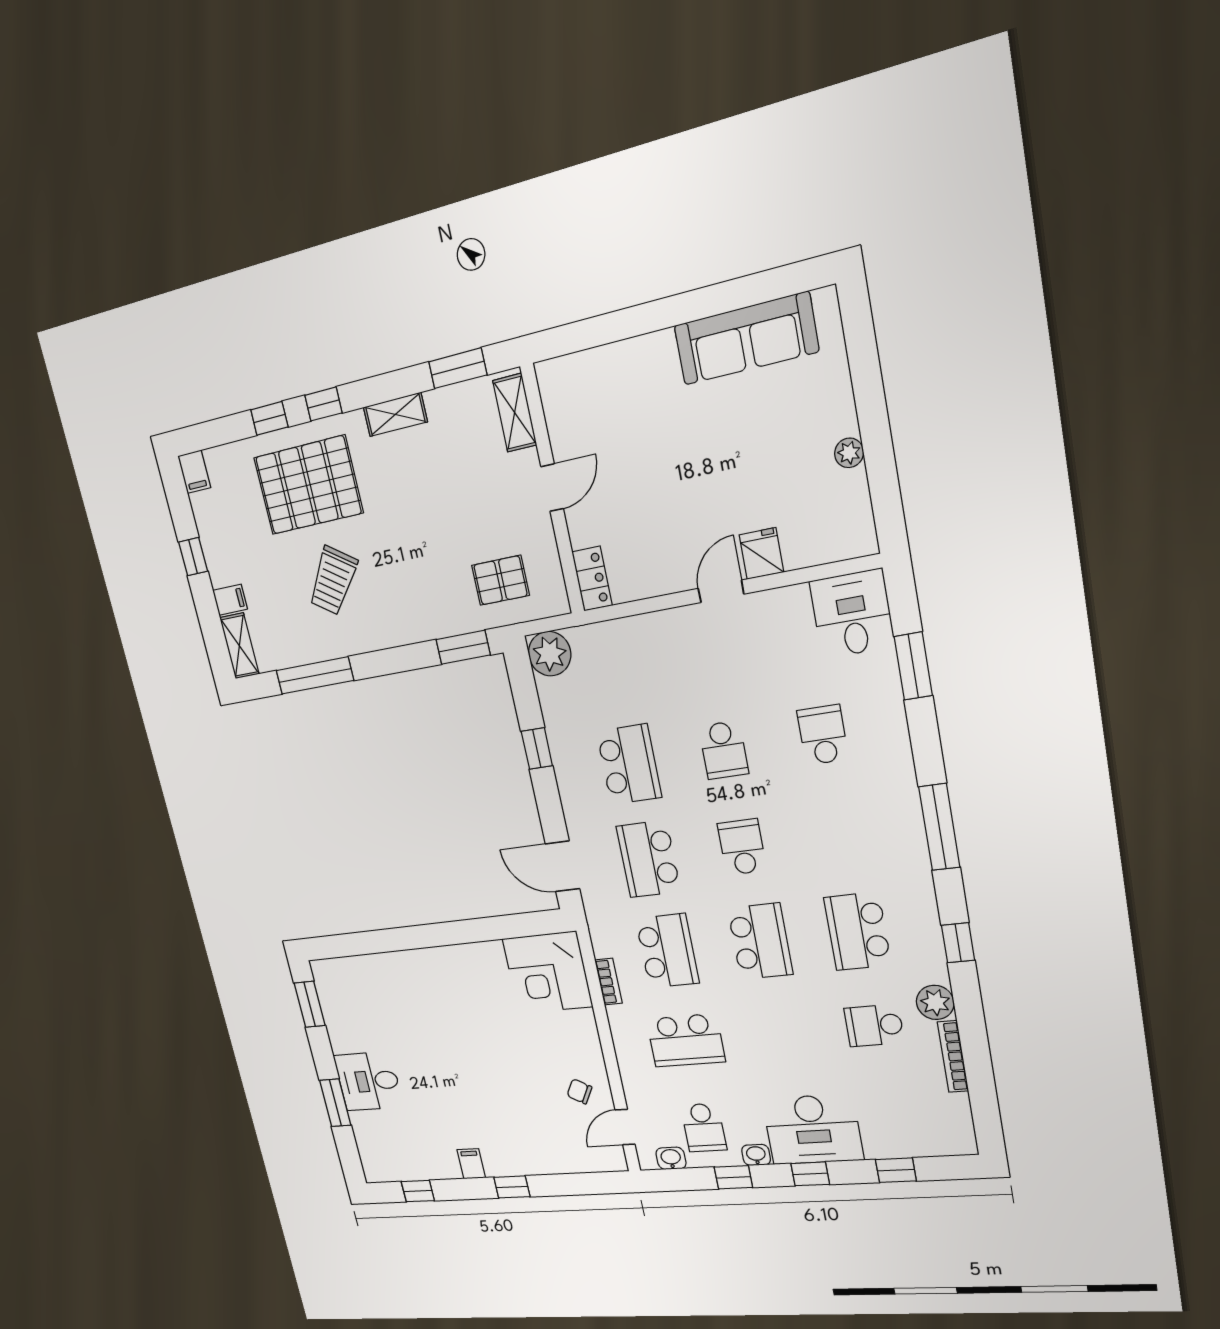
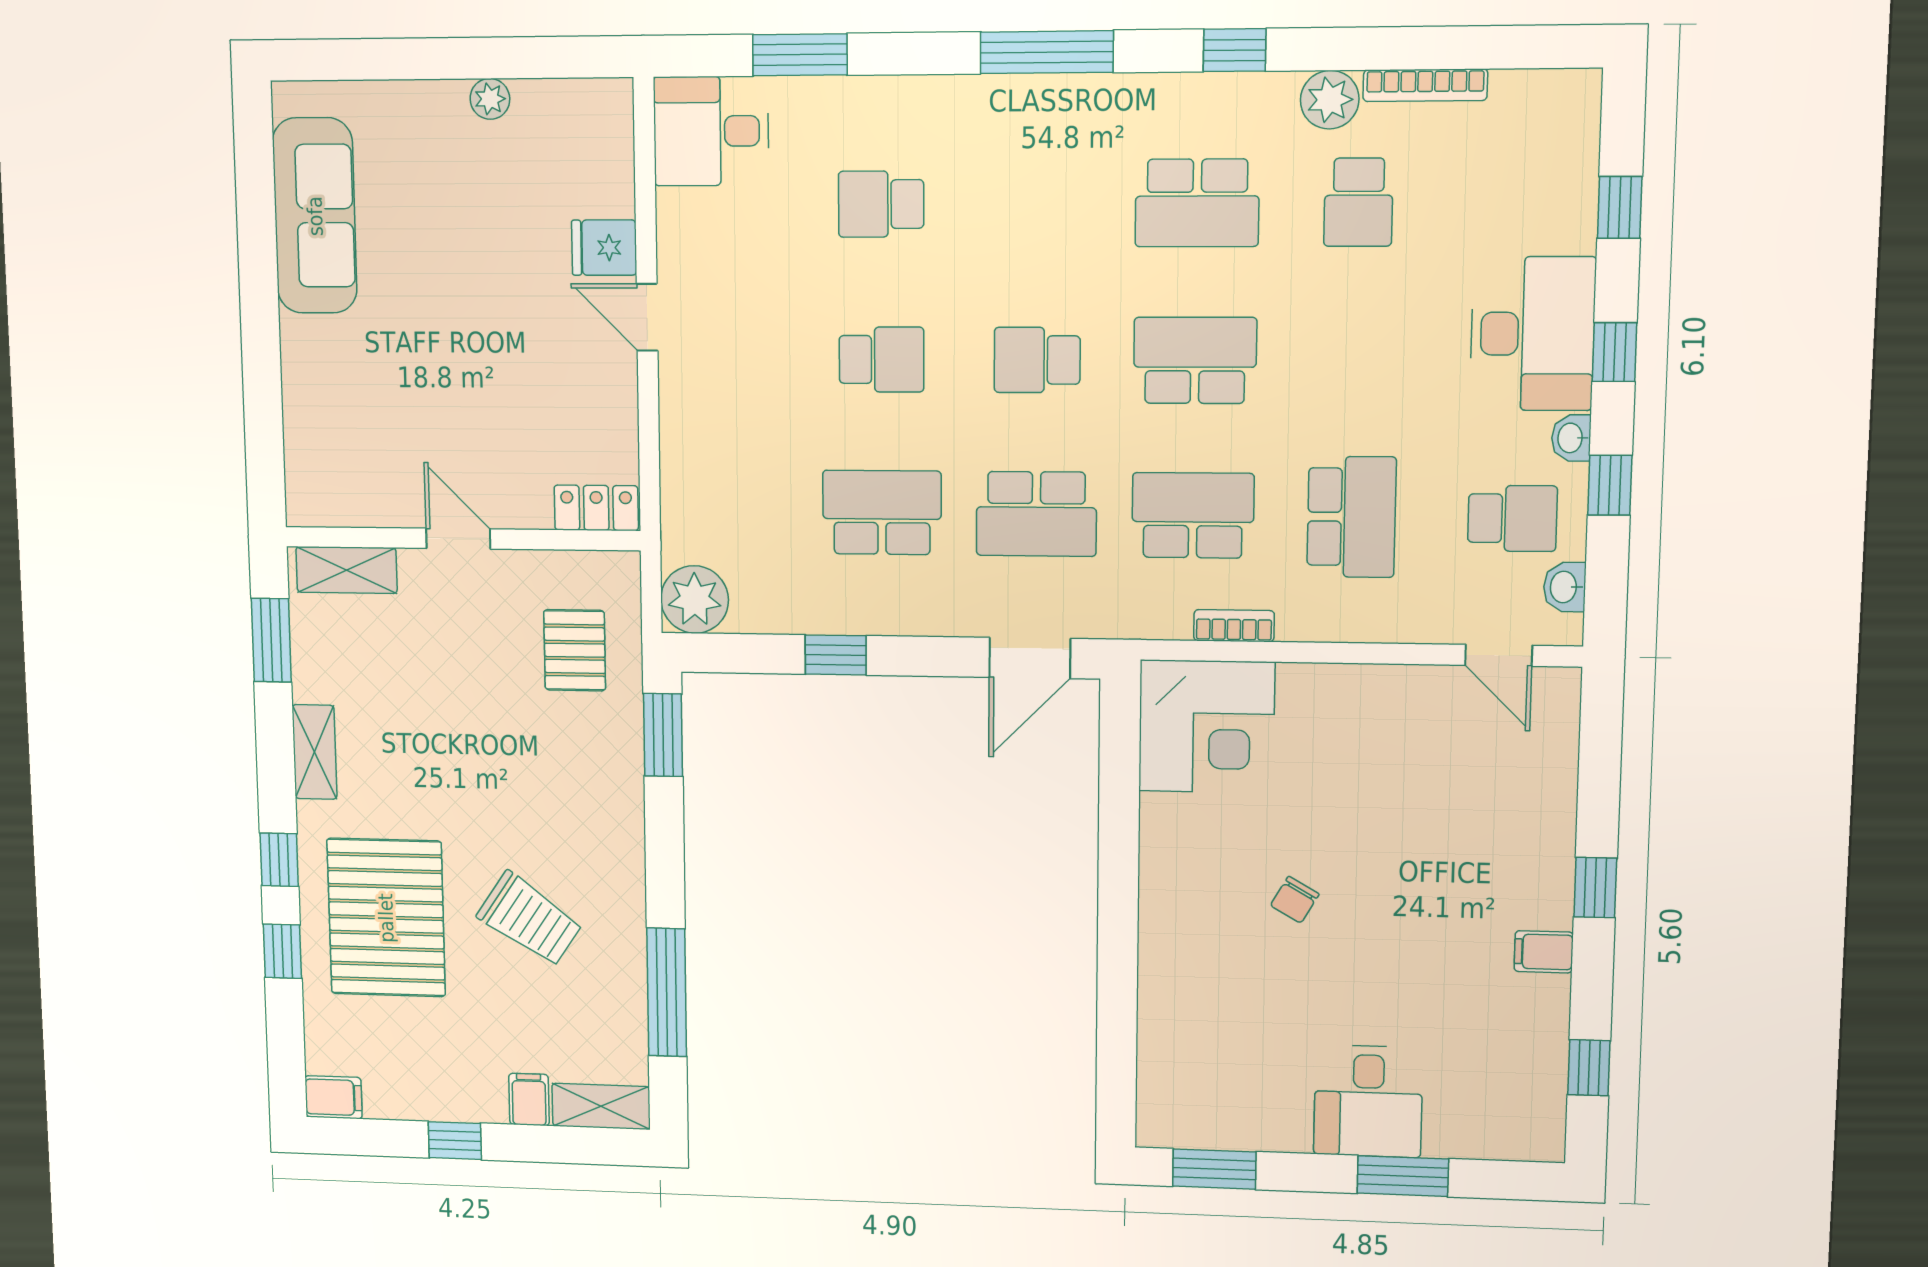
chair: (579, 1091) -> (1295, 900), moved

